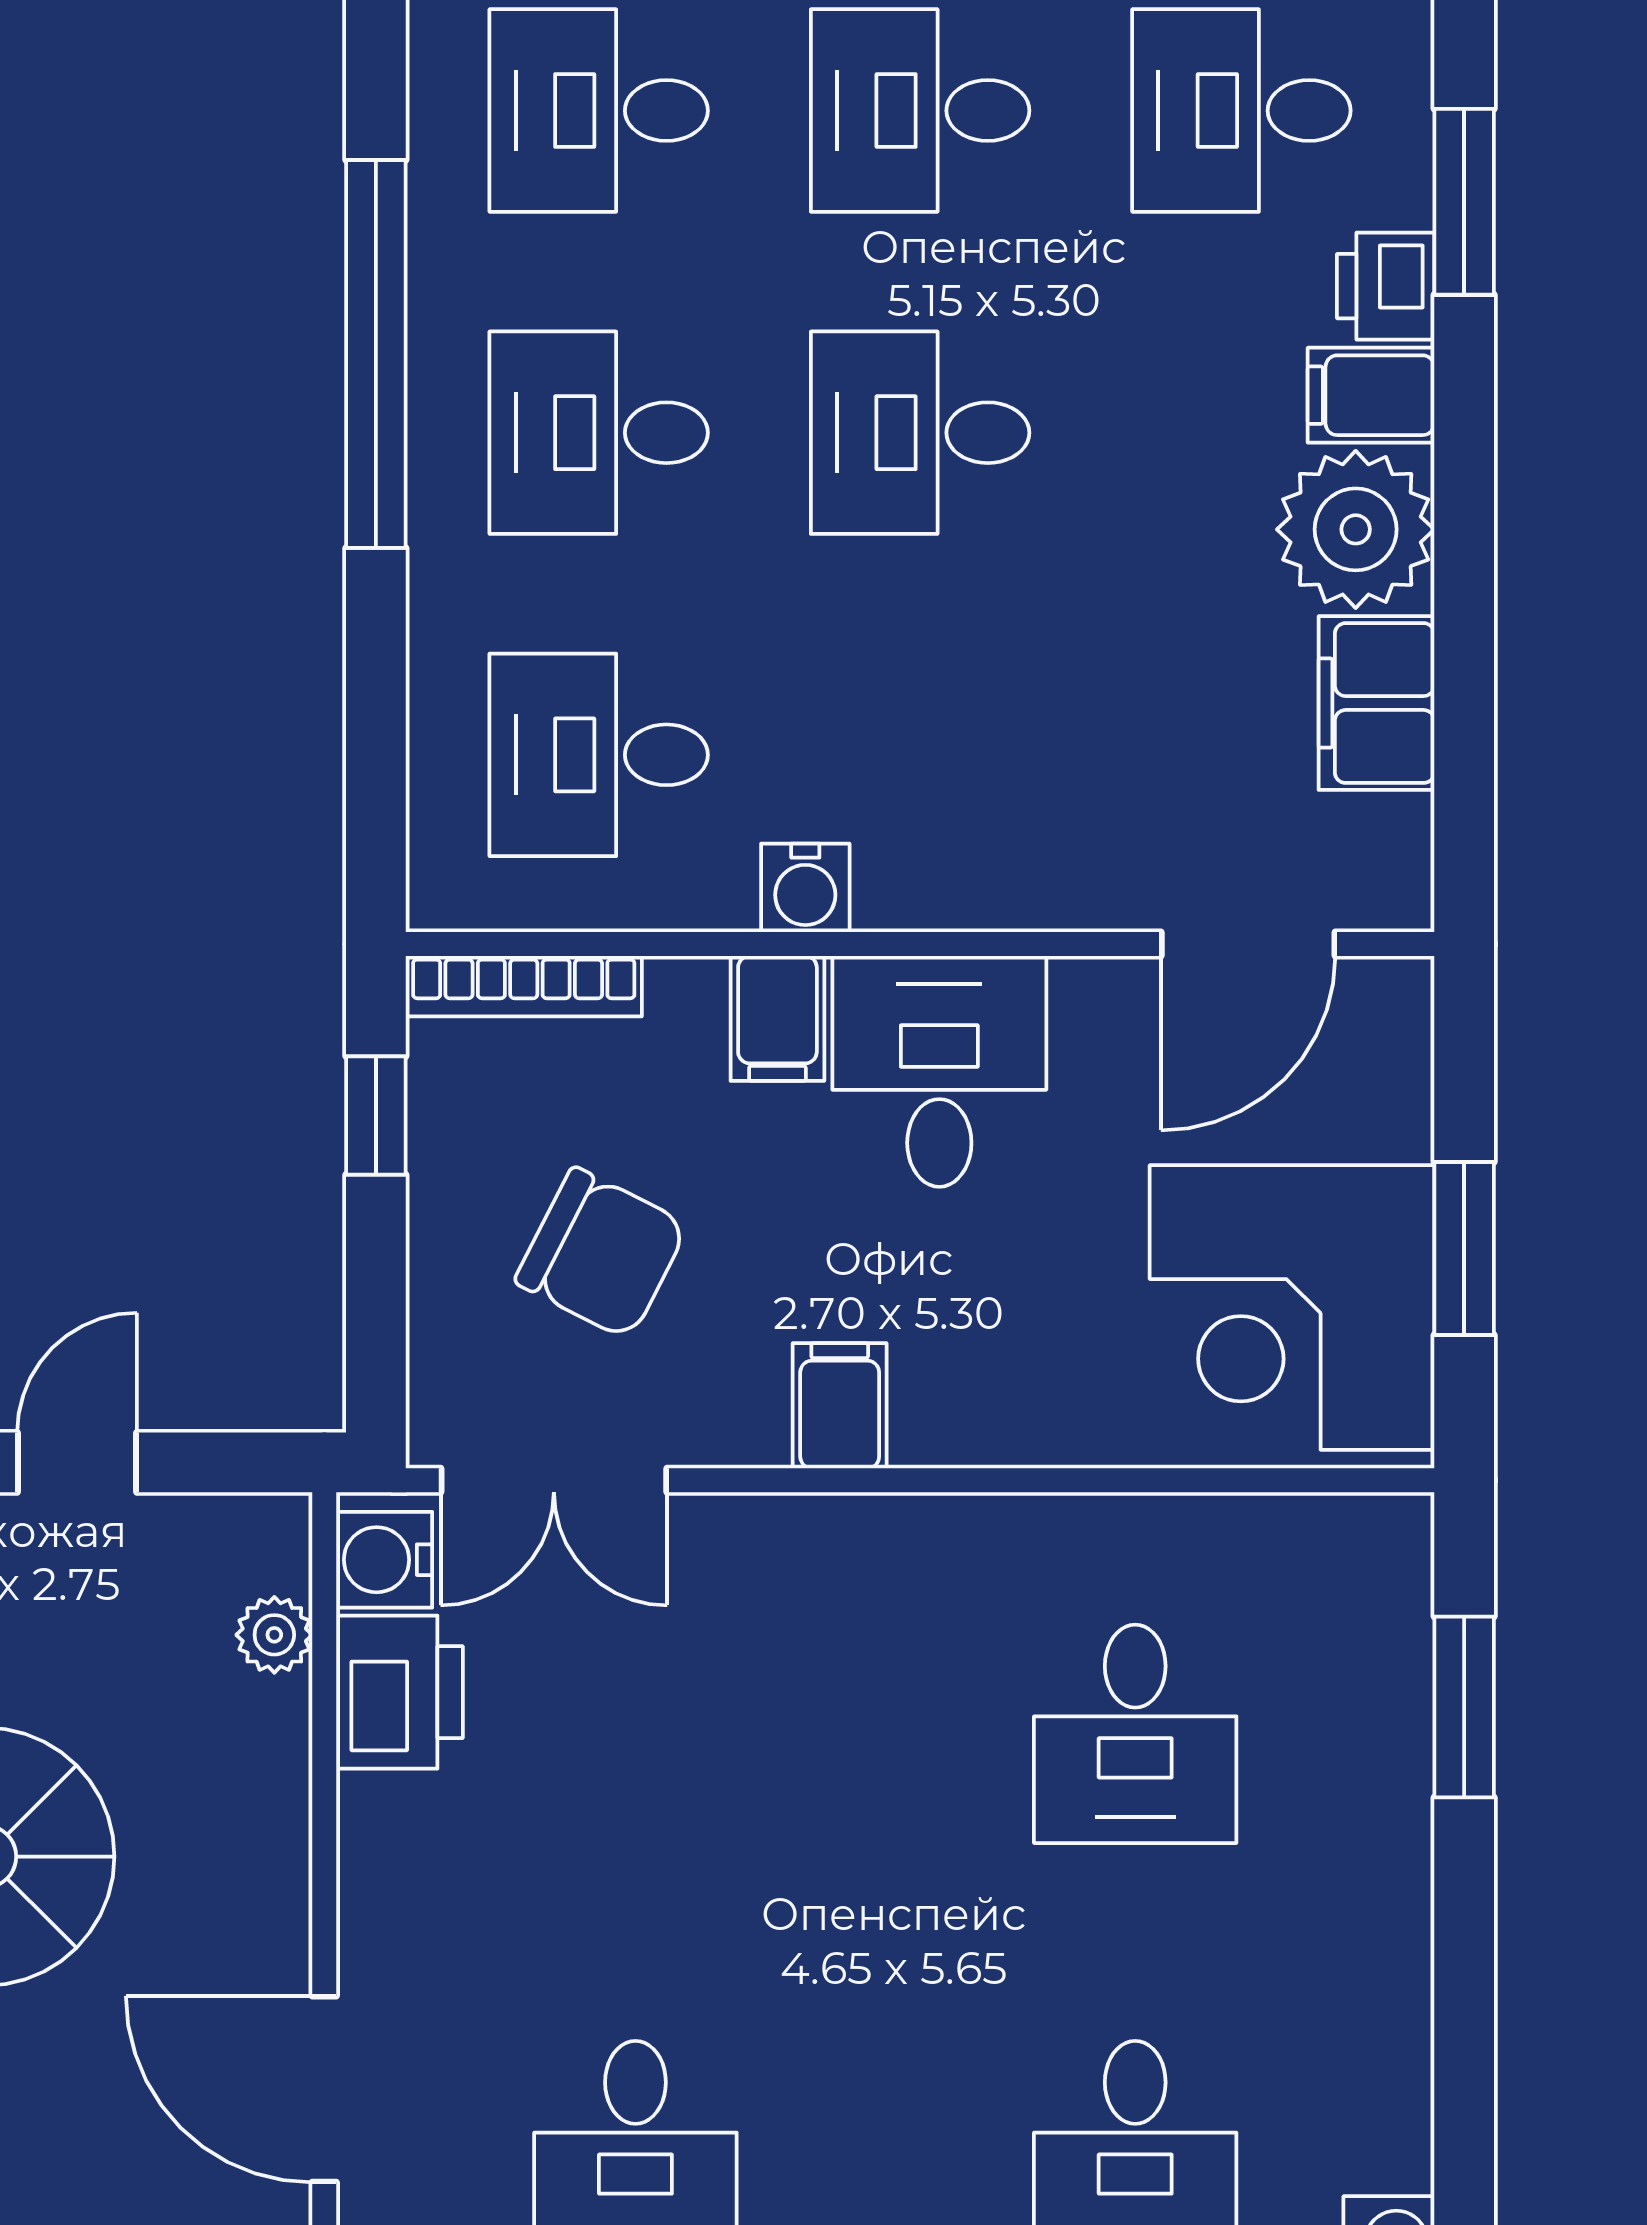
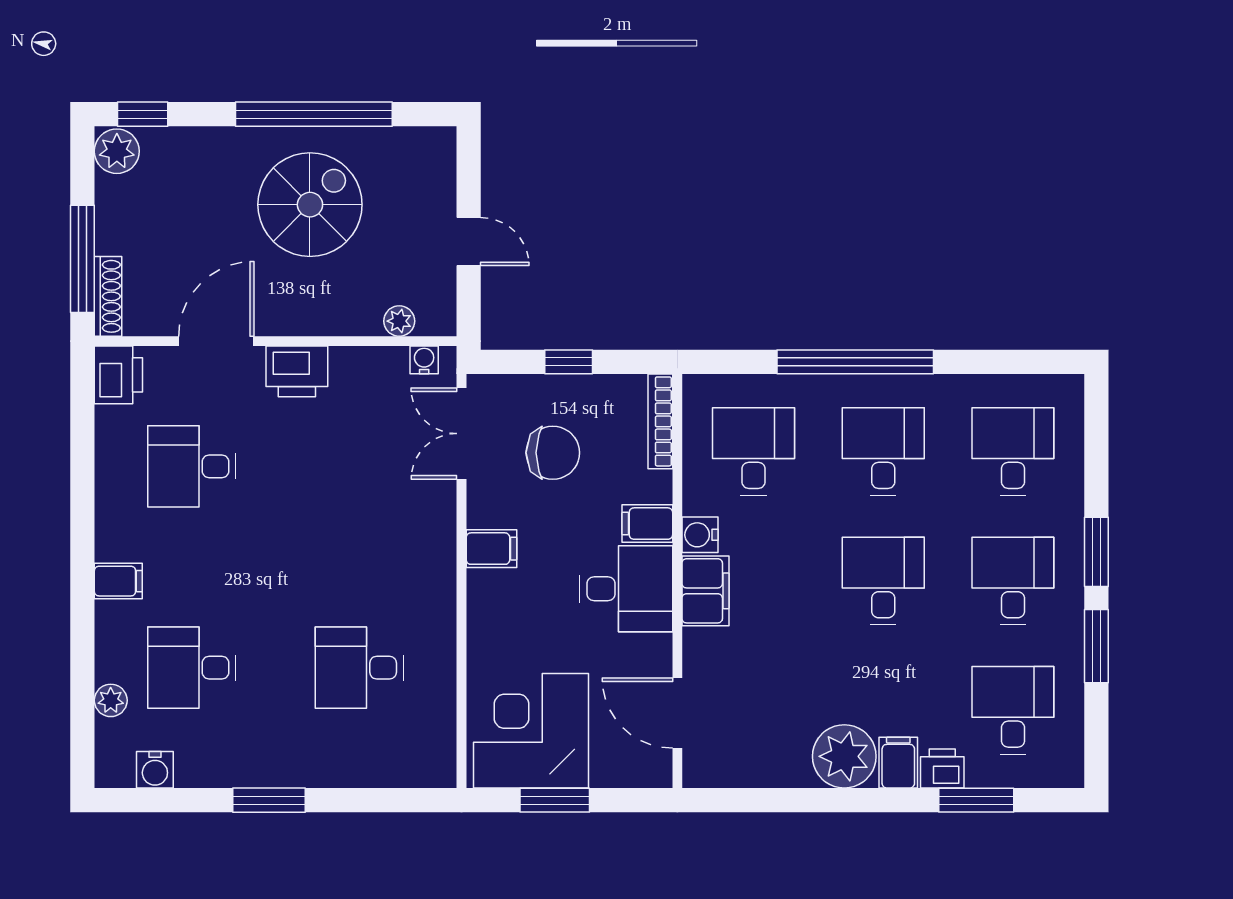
window: (376, 354) -> (855, 362), moved
filing cabinet: (1376, 703) -> (705, 591), moved, turned 90
window: (376, 1116) -> (569, 362), moved
chair: (601, 1253) -> (553, 453), turned -117
water cooler: (384, 1560) -> (424, 360), width x0.72, depth x0.72
printer: (400, 1692) -> (297, 371), moved
window: (1464, 1707) -> (269, 800), moved

